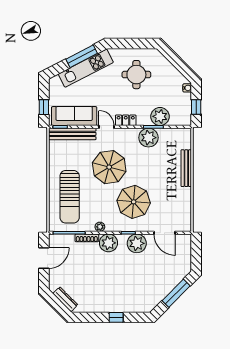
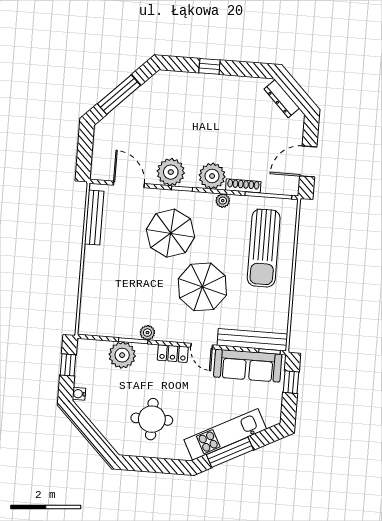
plant: (148, 138) -> (147, 333), width x0.53, depth x0.53
bench: (186, 168) -> (94, 218), moved
sun lounger: (70, 197) -> (264, 248), turned 180

